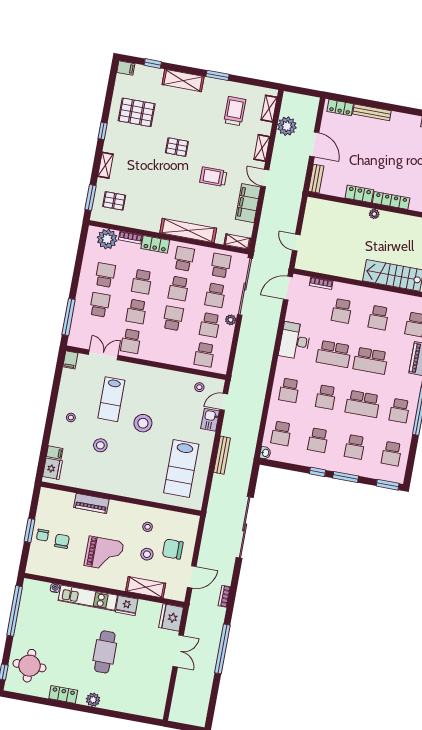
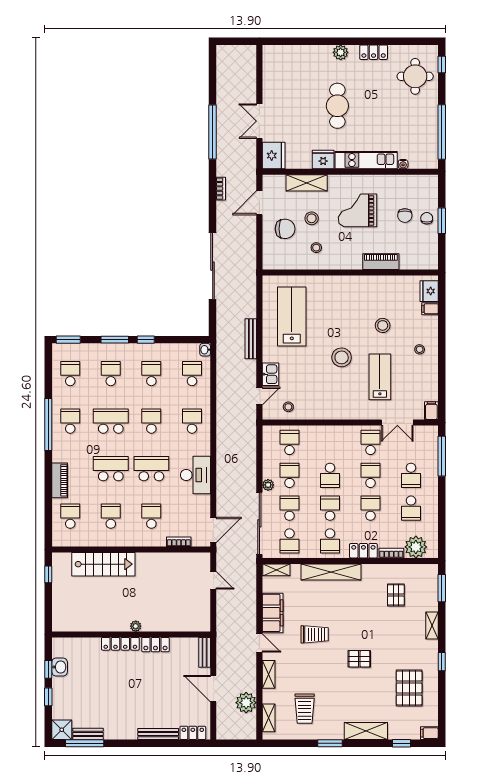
pallet: (137, 112) -> (409, 688), turned 90
pallet: (114, 201) -> (396, 595), moved, turned 90

